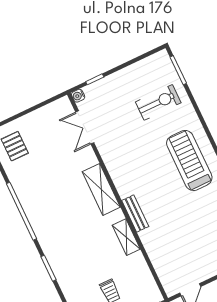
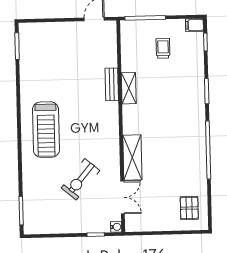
exercise bike: (158, 102) -> (81, 179), moved, turned -50
shelving: (101, 189) -> (132, 157), moved
bench: (135, 214) -> (112, 84), moved

